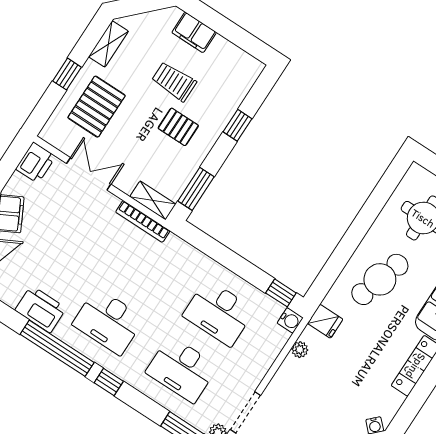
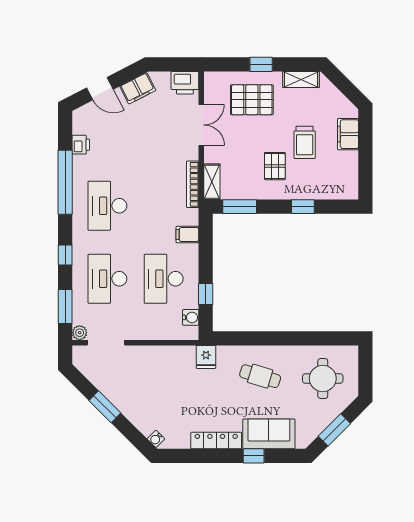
trolley: (174, 82) -> (305, 142), turned 180
filing cabinet: (190, 260) -> (187, 235), added
cafe table: (380, 279) -> (260, 376), width x0.73, depth x0.74
window: (281, 293) -> (206, 294), moved
printer: (41, 309) -> (81, 145), width x0.53, depth x0.68
water cooler: (290, 320) -> (191, 317), moved, turned -90
plant: (300, 350) -> (175, 352), removed
window: (109, 382) -> (65, 255), moved

